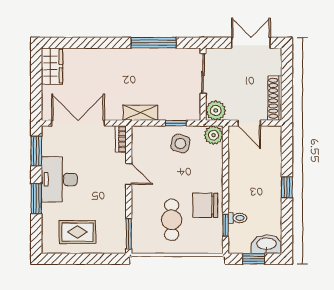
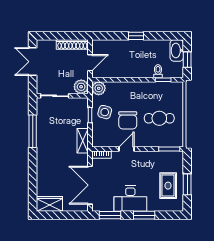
chair: (205, 205) -> (128, 120), moved
window: (79, 259) -> (187, 184), added

